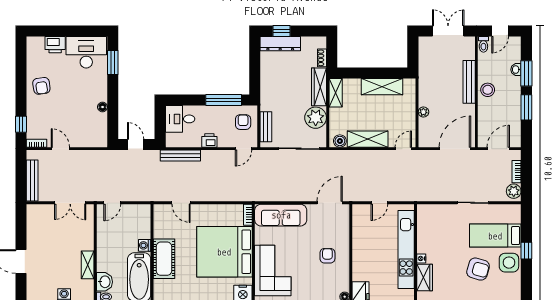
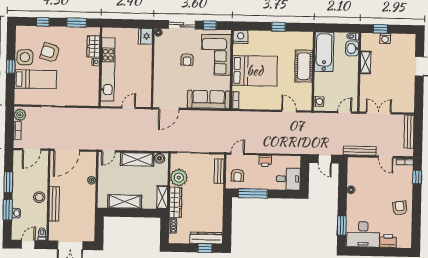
bench: (180, 156) -> (360, 151), moved
washing machine: (145, 245) -> (319, 102), moved
bed: (224, 252) -> (255, 71), width x0.73
armchair: (327, 256) -> (187, 59), moved

